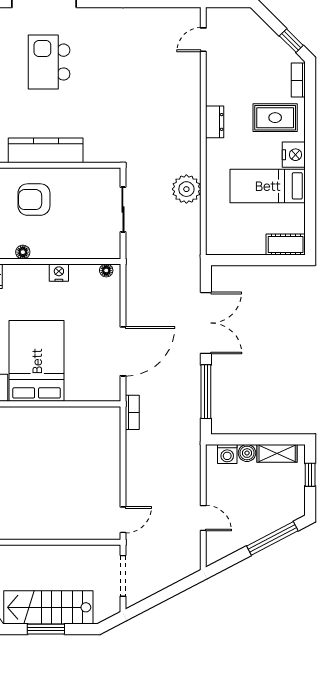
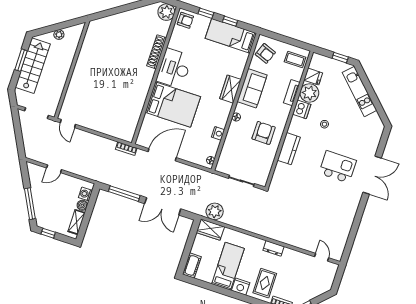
kitchen counter: (46, 150) -> (289, 149), width x0.67
plant: (186, 189) -> (215, 211), moved
wardrobe: (218, 234) -> (210, 230), added
door: (123, 351) -> (162, 155), swing flipped
window: (310, 475) -> (48, 233), moved

